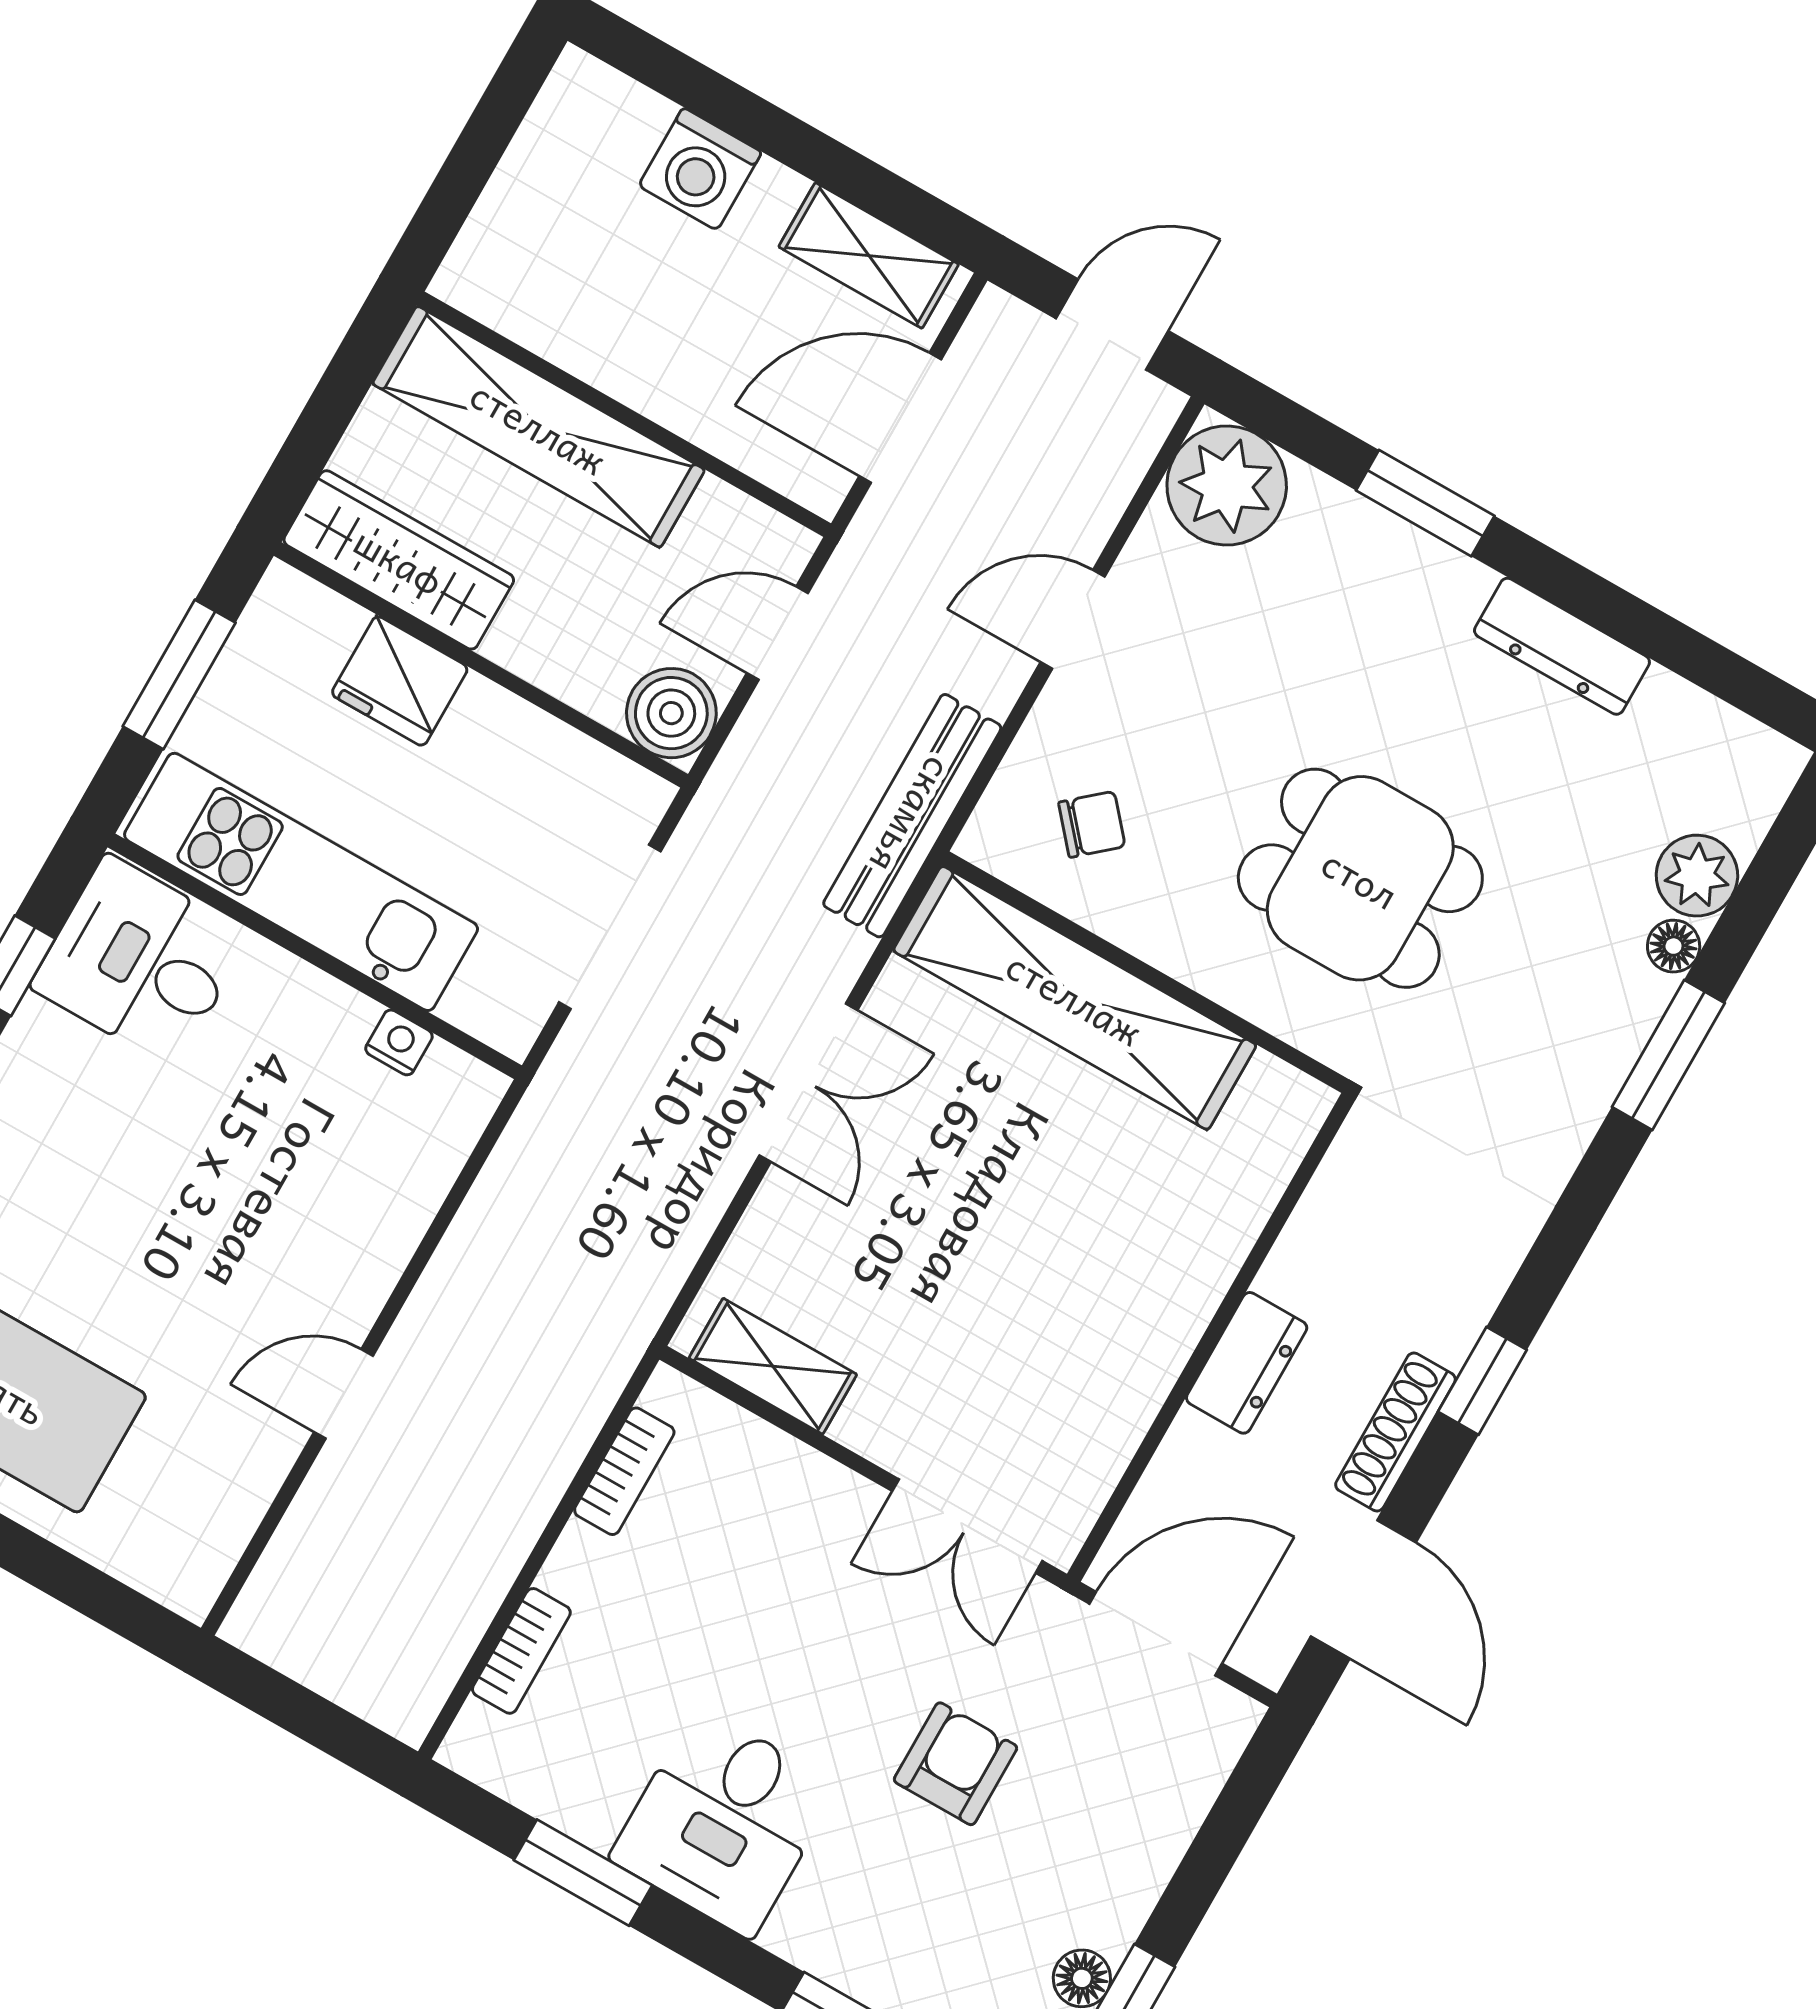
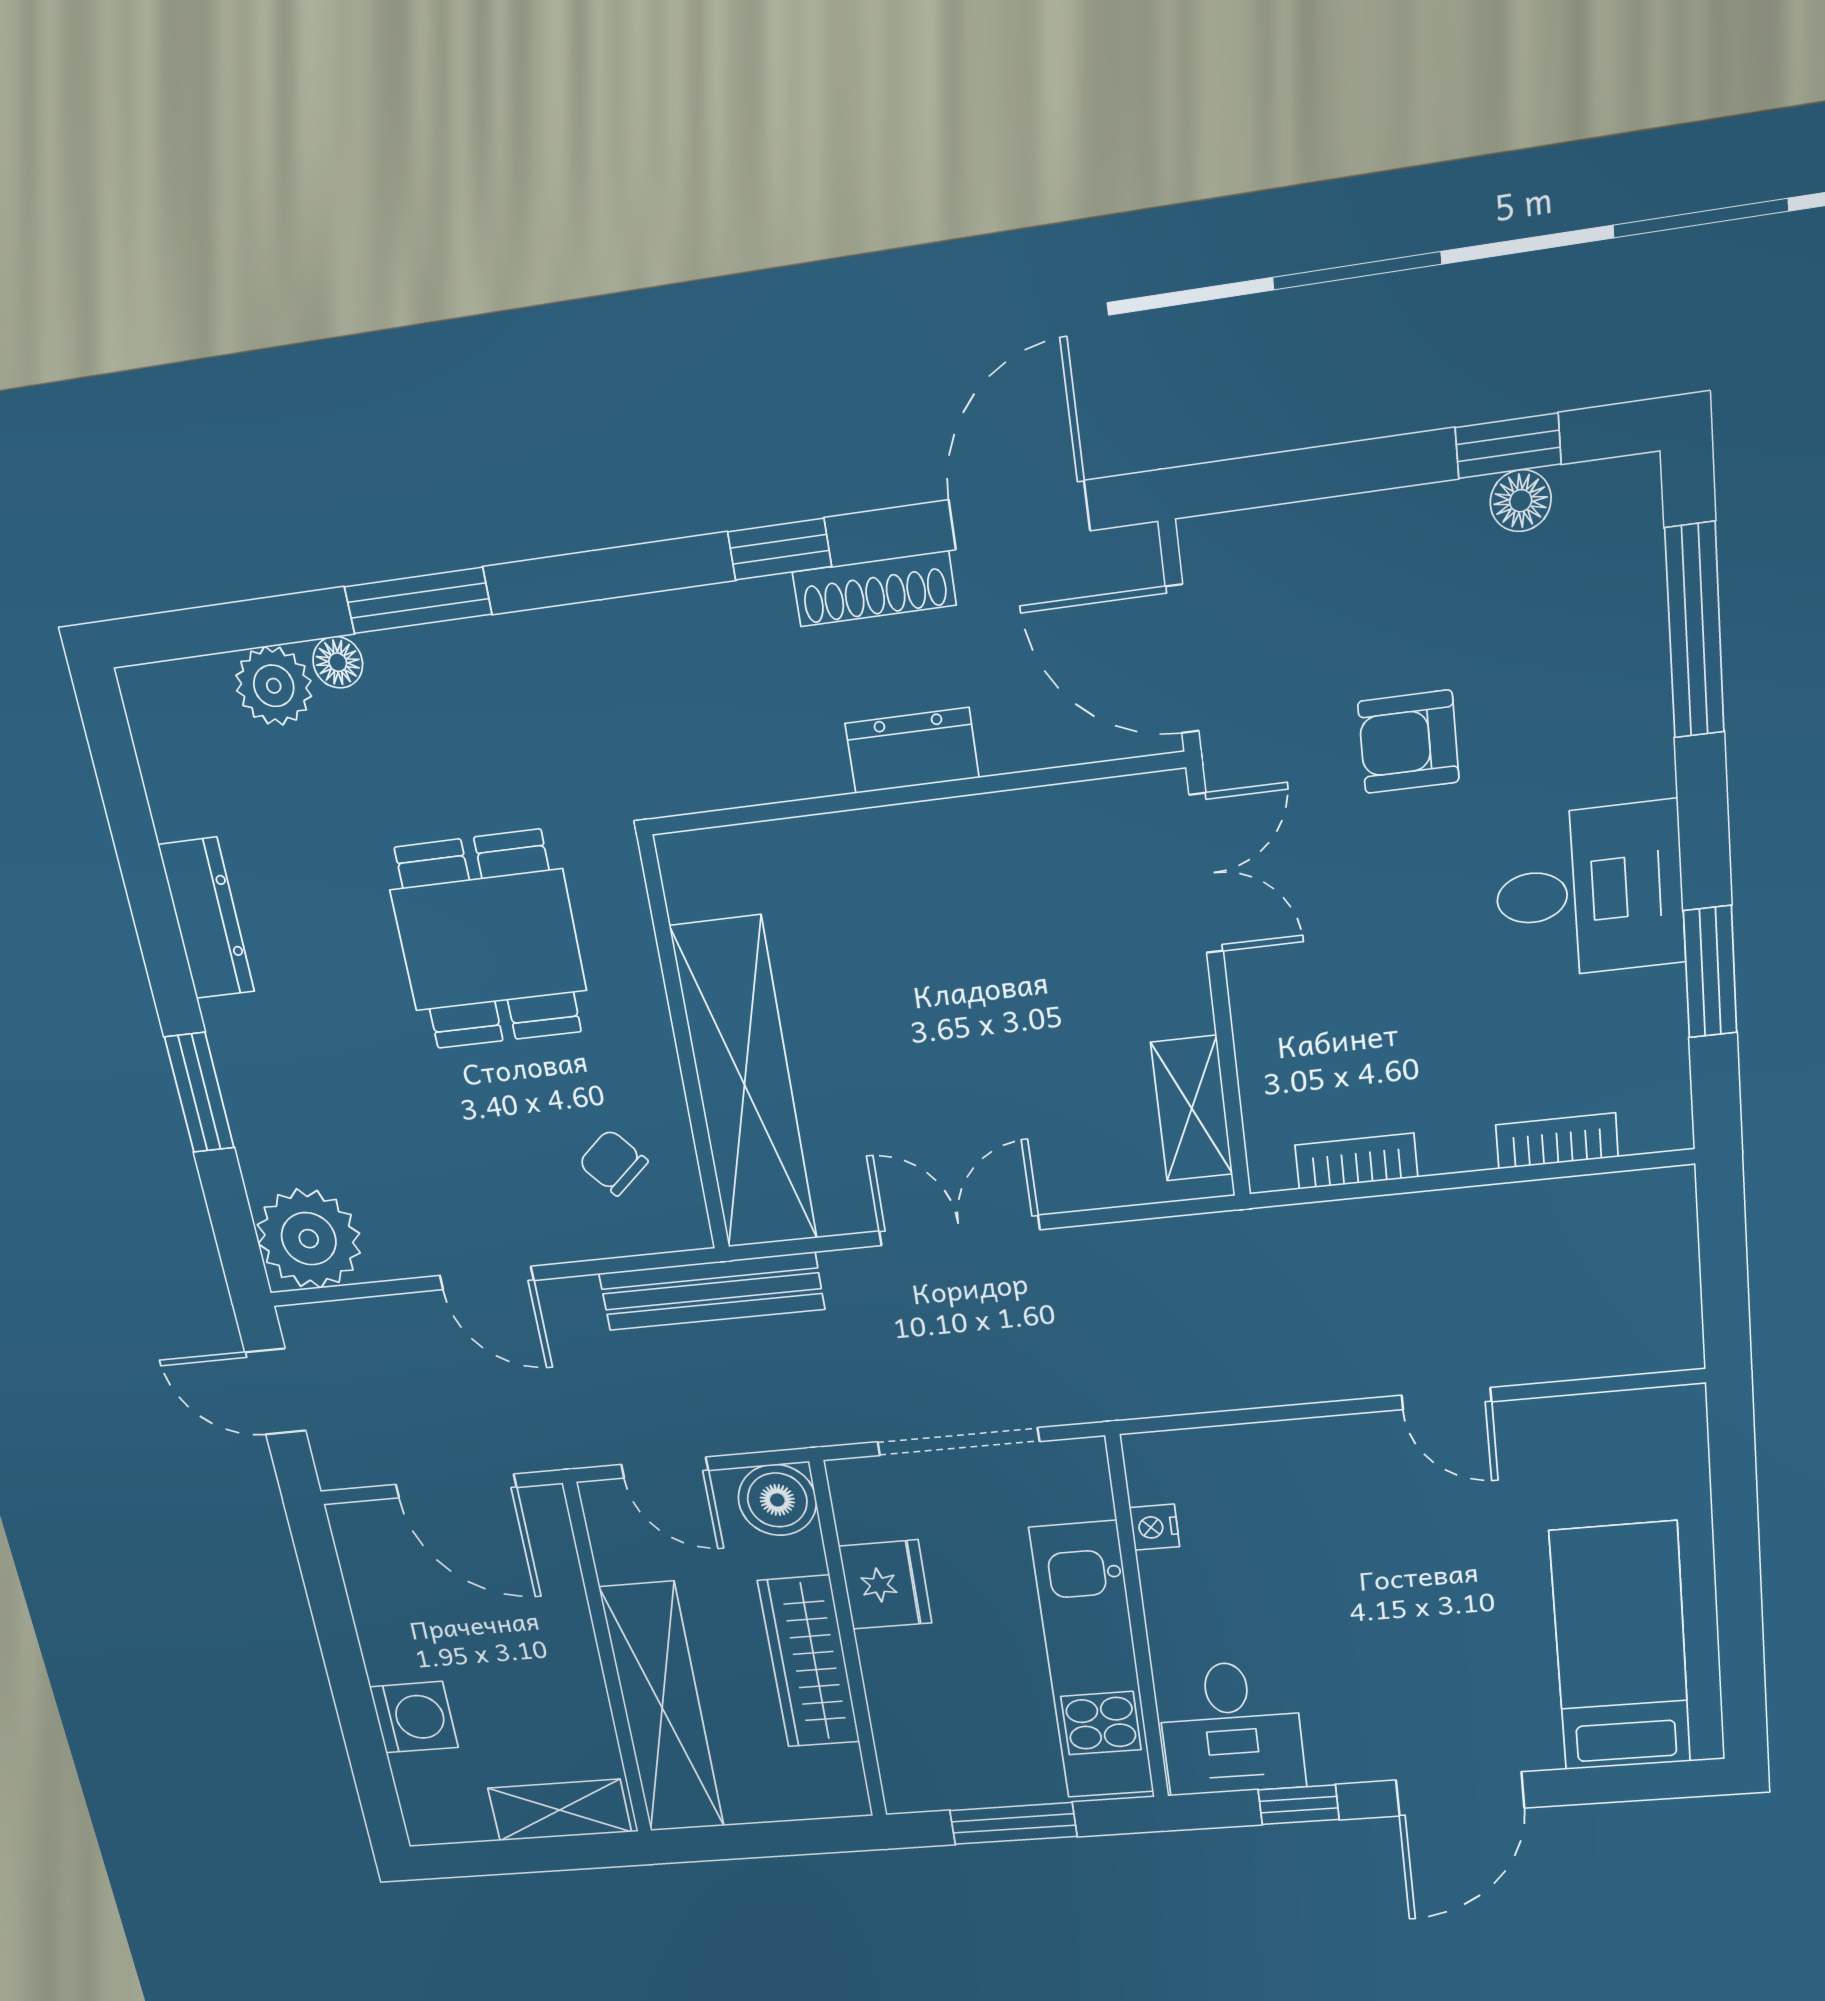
shelving: (869, 255) -> (560, 1810), moved, turned 90
wardrobe: (399, 560) -> (809, 1662), moved
fridge: (400, 681) -> (885, 1585), moved

